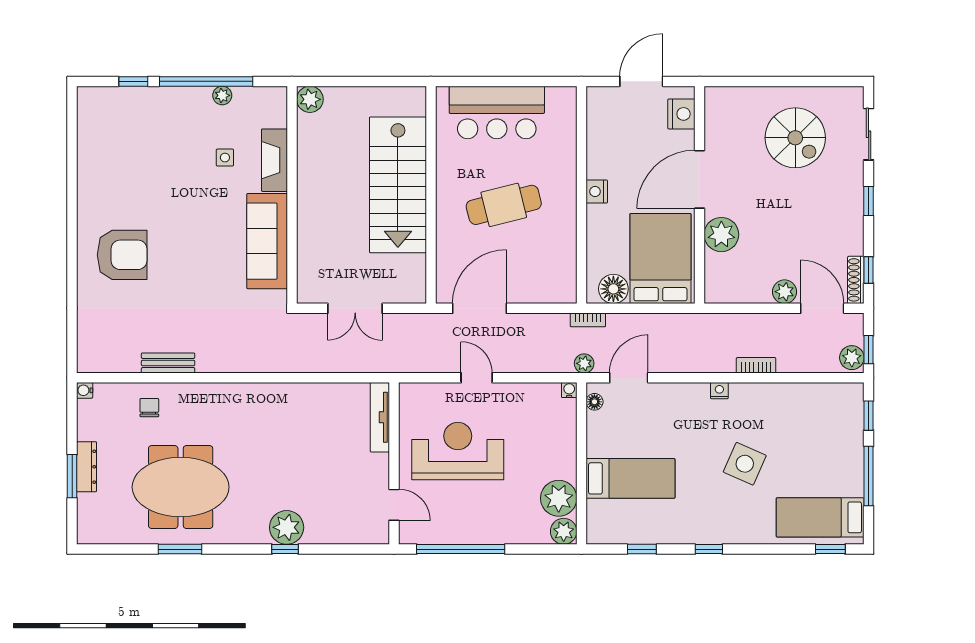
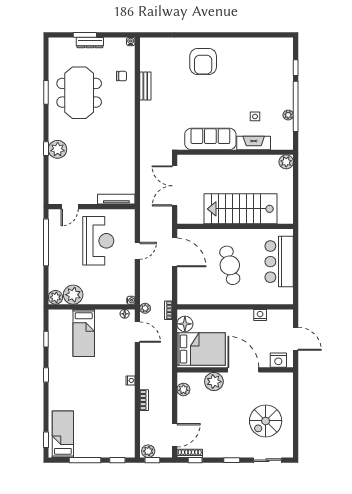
nightstand: (597, 192) -> (260, 315), moved
plant: (784, 292) -> (183, 389), moved
double door: (355, 308) -> (175, 186), width x1.37
side table: (745, 464) -> (92, 394), removed

